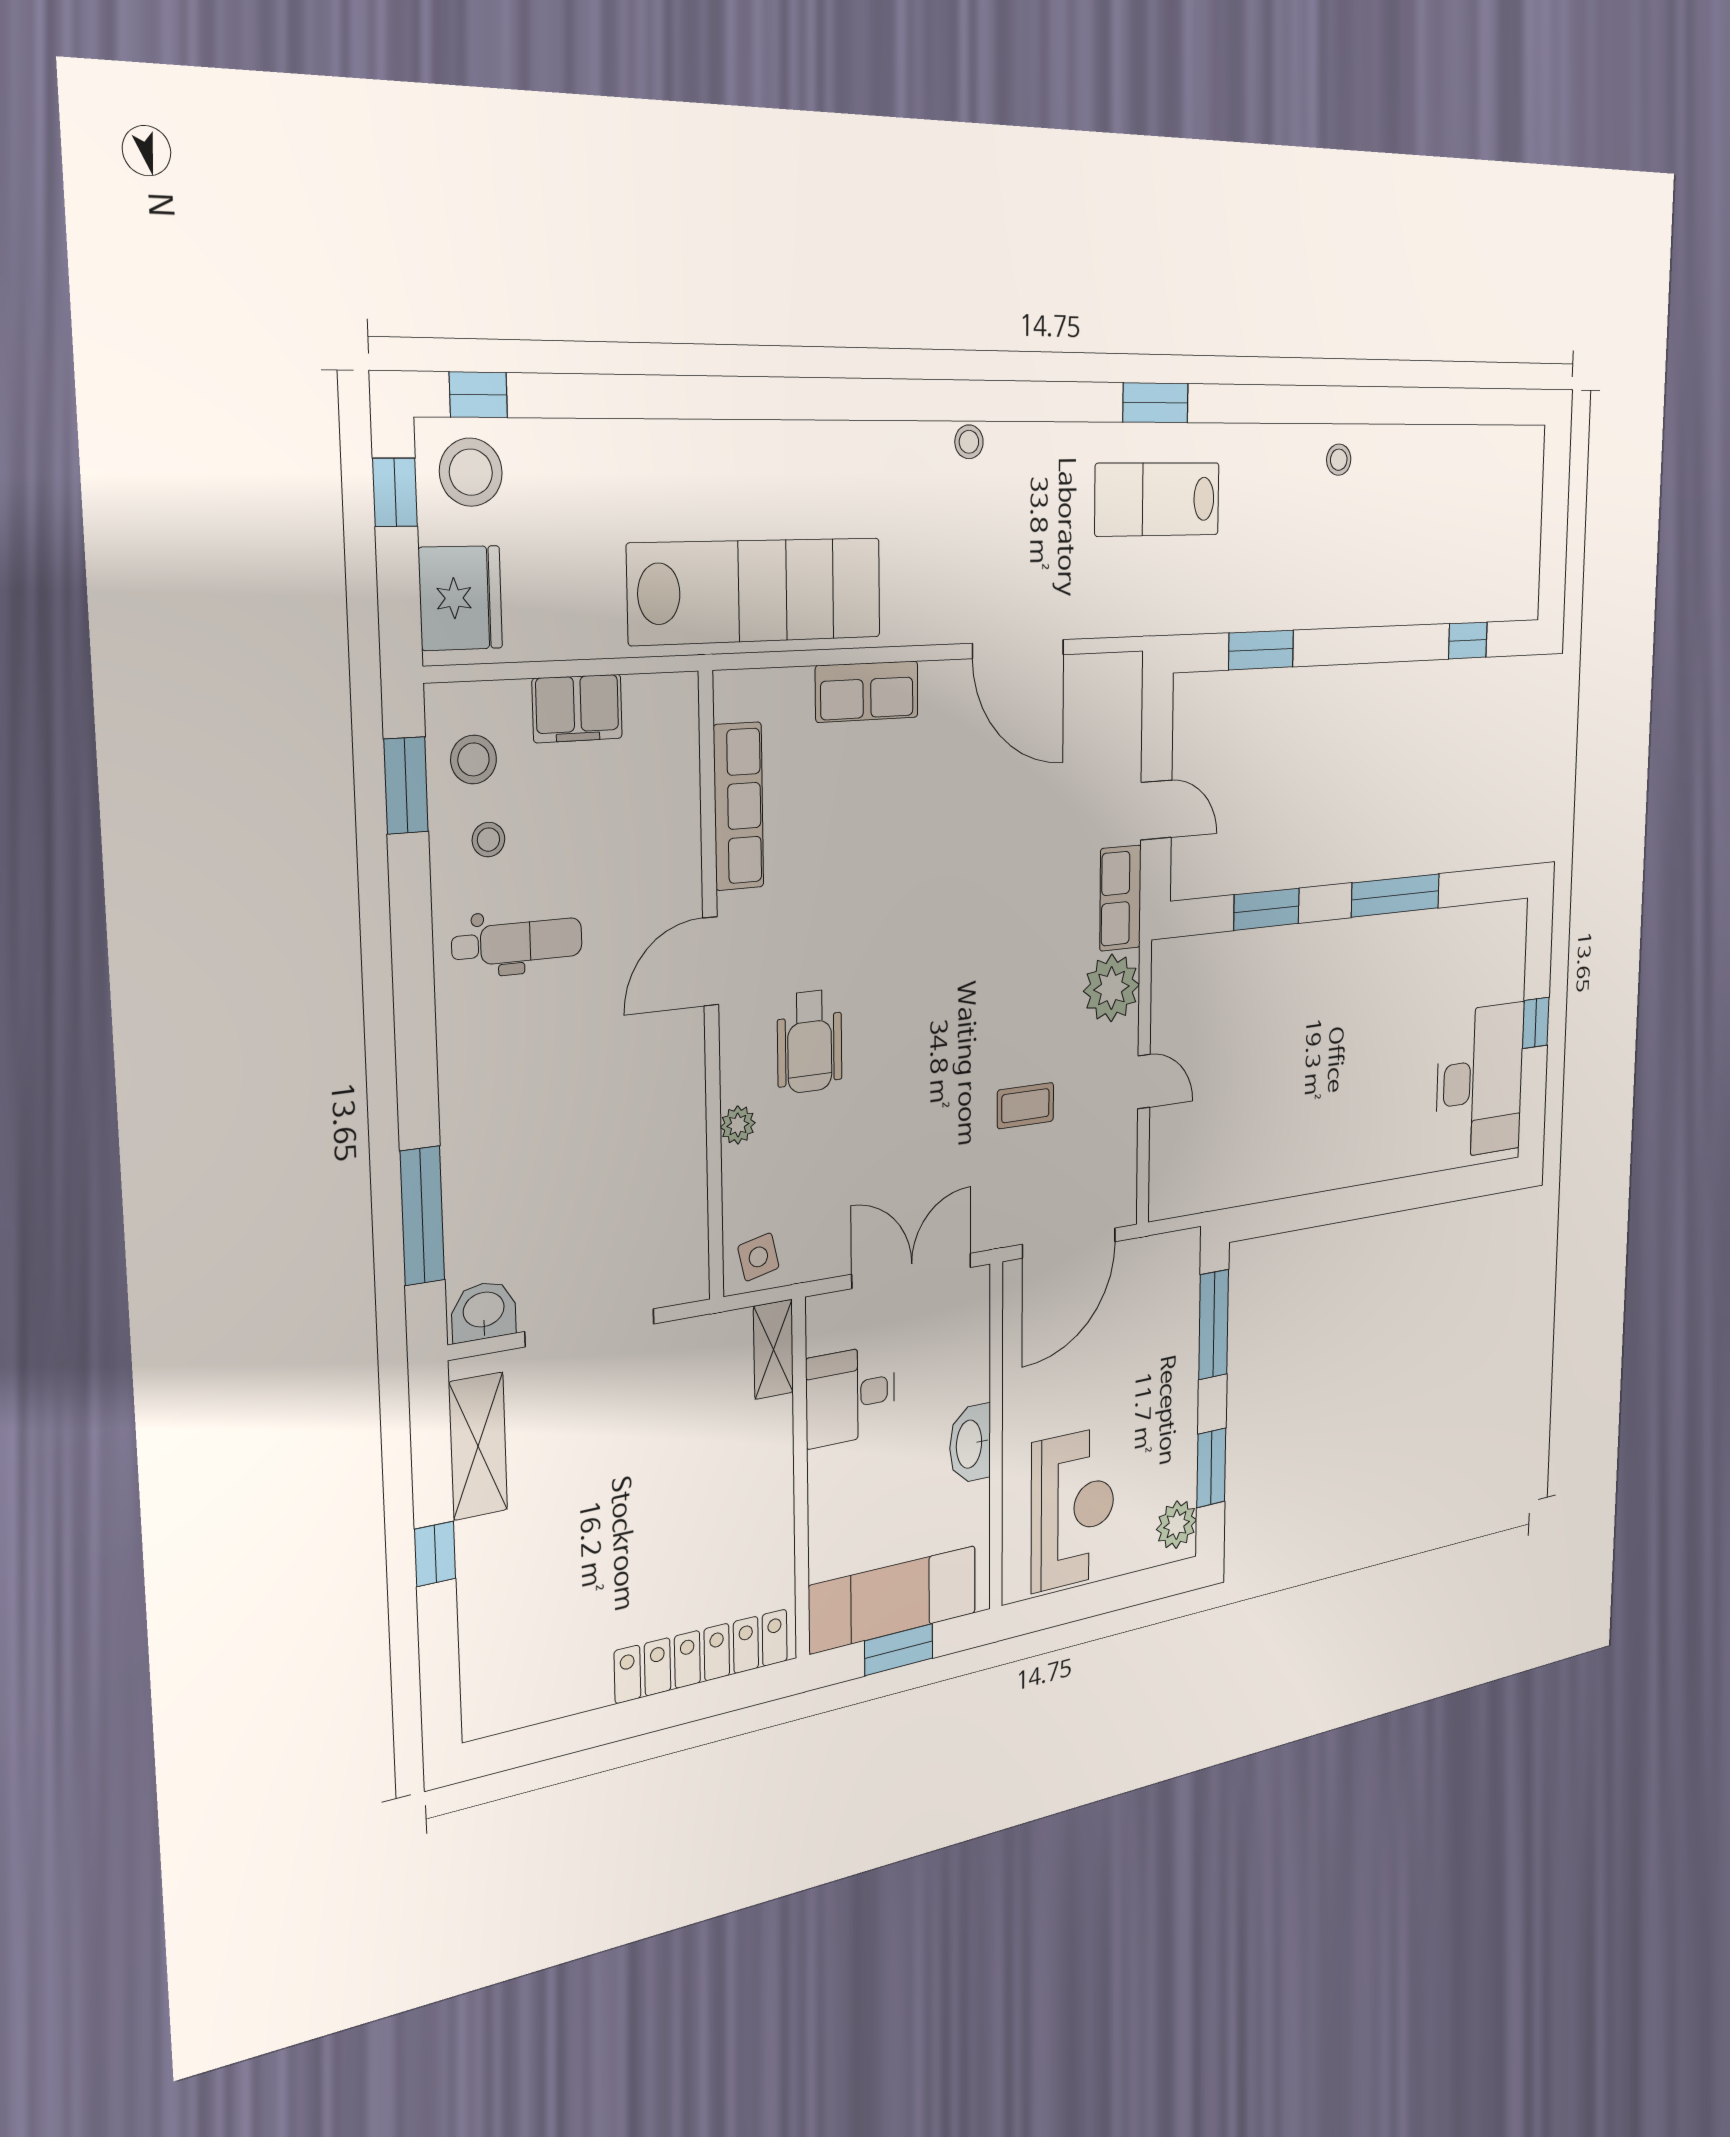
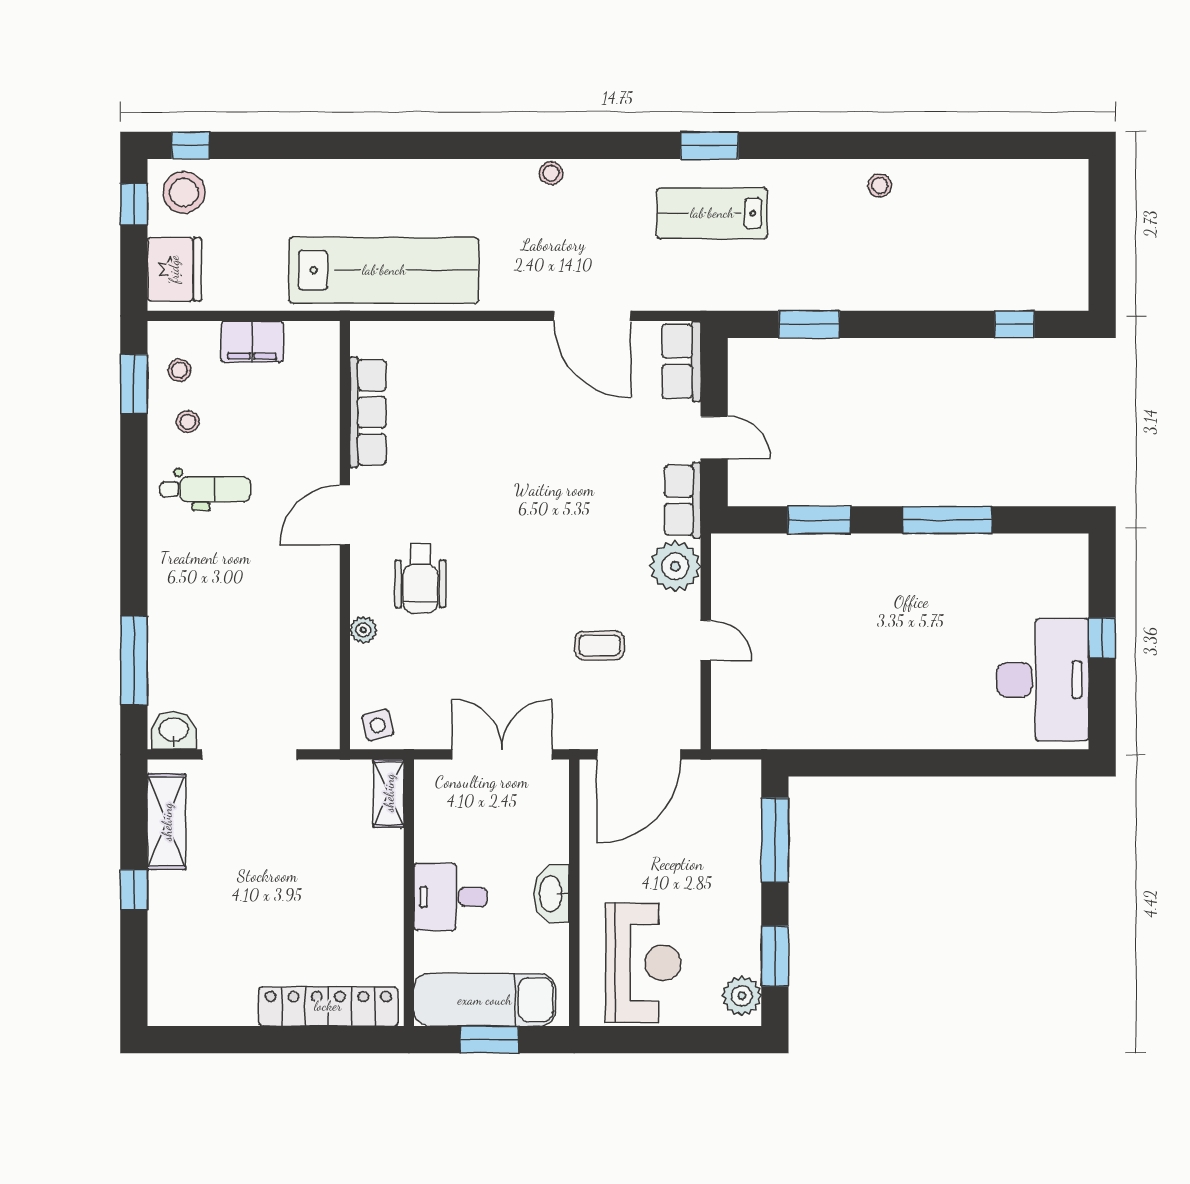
row of seats: (867, 692) -> (681, 361), moved, turned 90
stool: (473, 759) -> (179, 370), width x0.73, depth x0.73
desk: (850, 1395) -> (450, 897), moved

